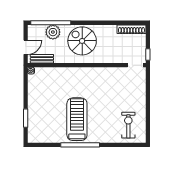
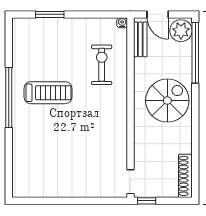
plant: (53, 32) -> (181, 31), moved
treadmill: (77, 119) -> (48, 93), width x0.73, depth x0.73
exercise bike: (128, 125) -> (102, 65), moved, turned -90

